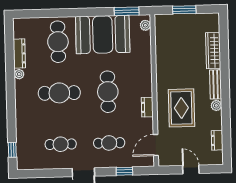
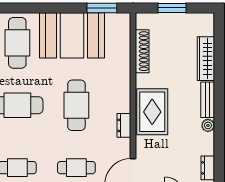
plant: (145, 25) -> (124, 26), removed
shoe rack: (161, 46) -> (142, 51), added
rug: (181, 108) -> (152, 112), moved

